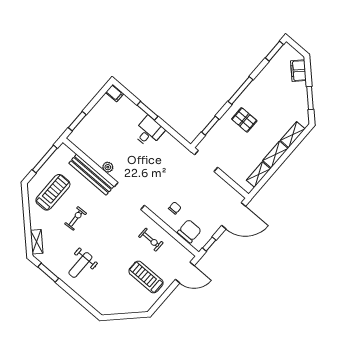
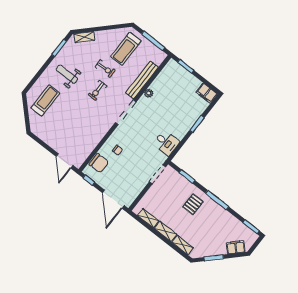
filing cabinet: (115, 93) -> (207, 93), width x2.00
desk: (149, 132) -> (166, 143), moved
treadmill: (53, 192) -> (126, 49), turned 90
exercise bike: (151, 240) -> (98, 90), moved
treadmill: (146, 277) -> (45, 100), moved

